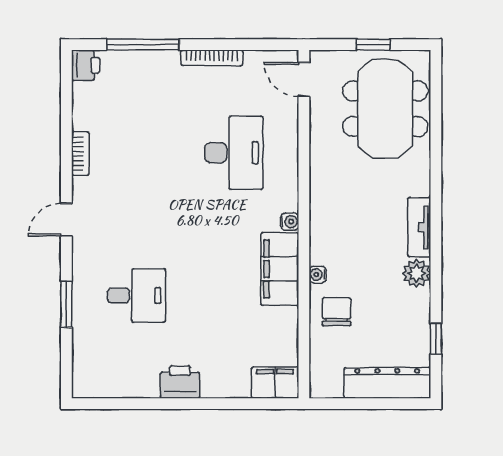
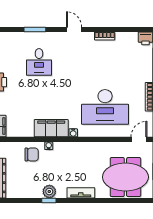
desk: (234, 153) -> (105, 107), width x1.36, depth x1.30
tv unit: (419, 227) -> (81, 193), moved
window: (436, 339) -> (49, 200), moved

